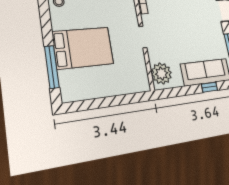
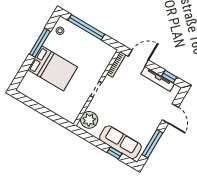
window: (52, 67) -> (40, 43), moved

